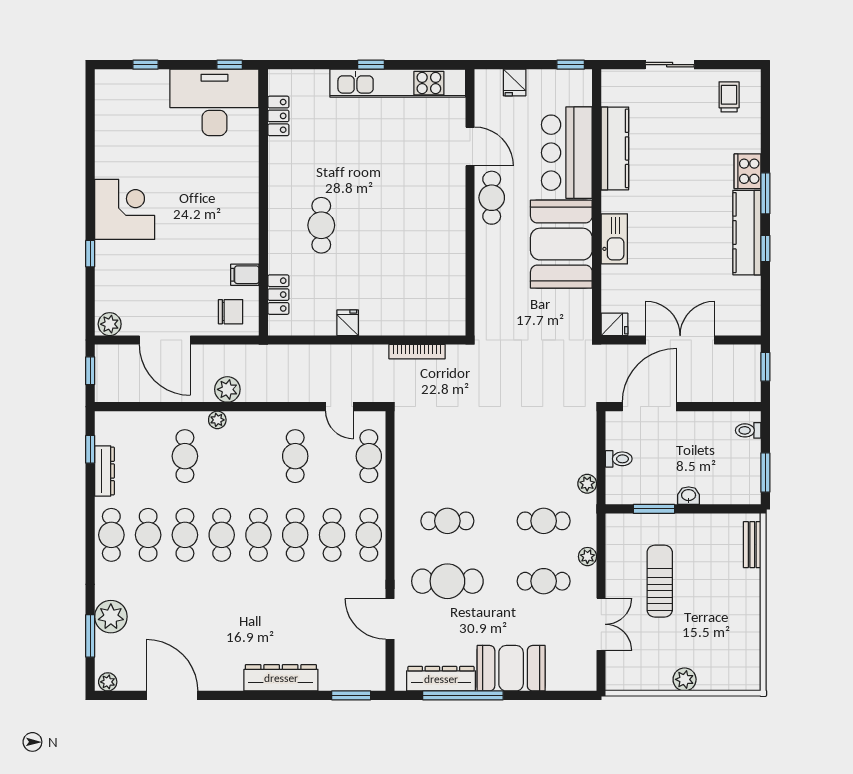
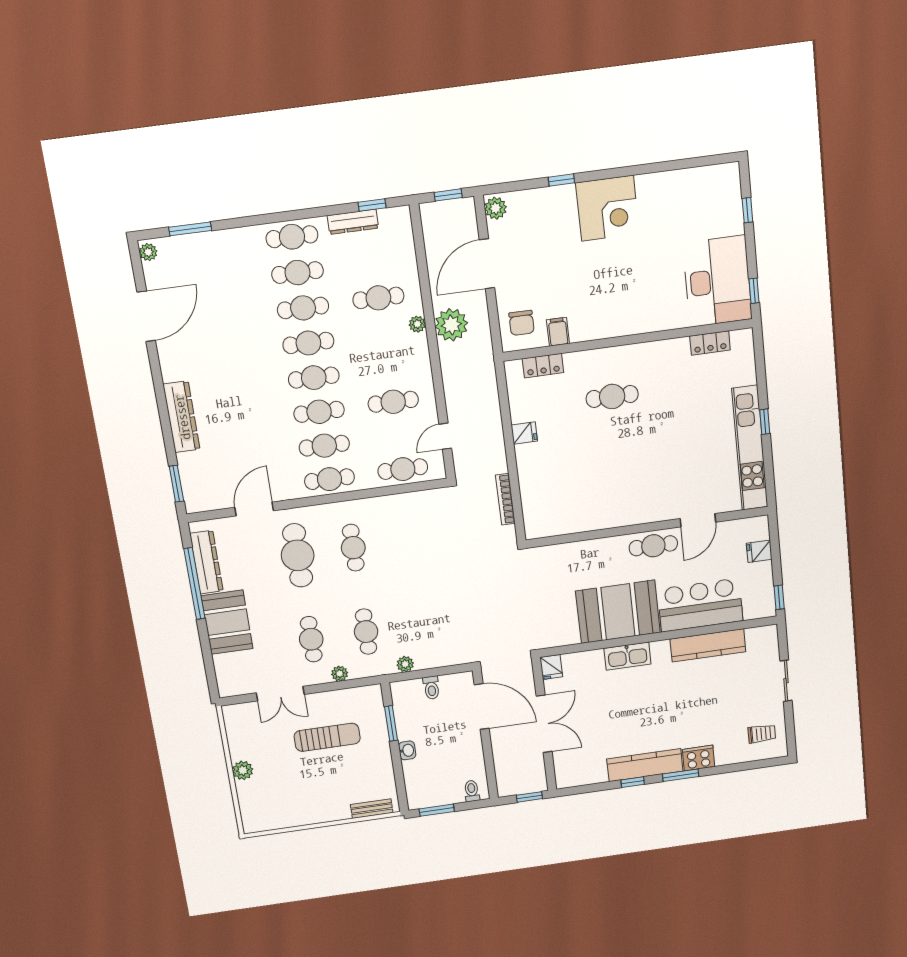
plant: (227, 389) -> (451, 325), width x1.36, depth x1.36
plant: (111, 617) -> (212, 247), removed

